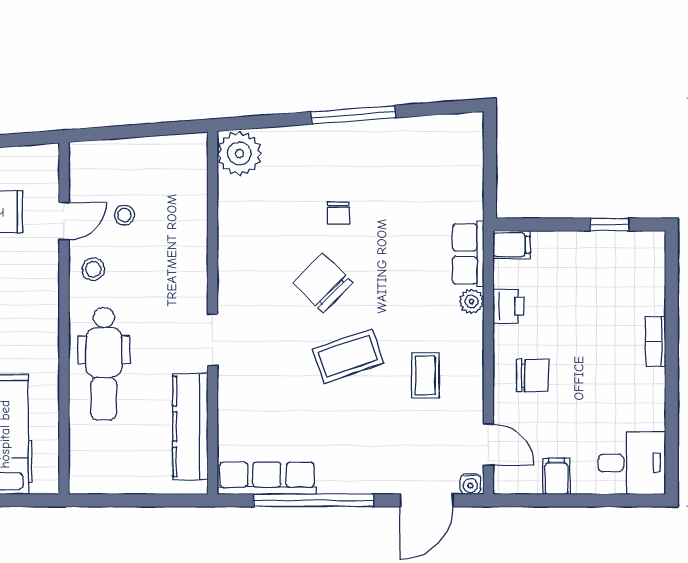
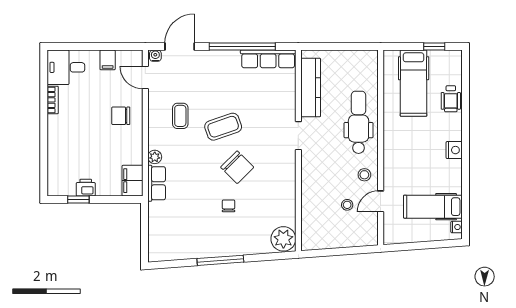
filing cabinet: (512, 245) -> (133, 181), width x2.00
printer: (508, 306) -> (86, 188), moved, turned 90
bookcase: (656, 341) -> (53, 100), moved

